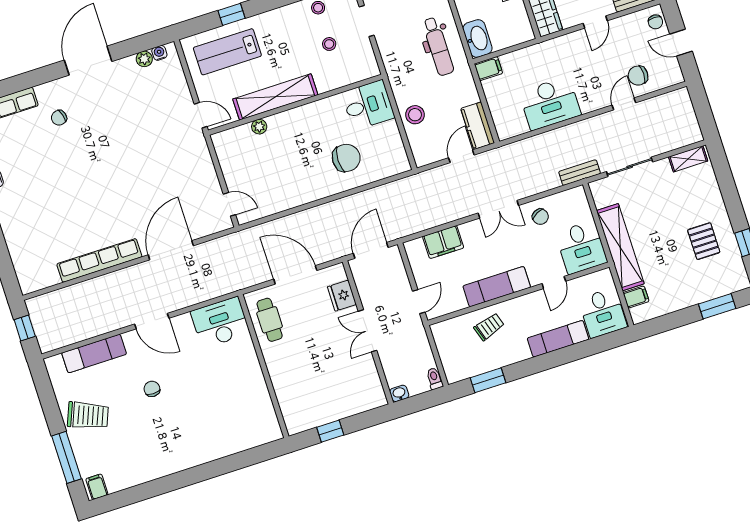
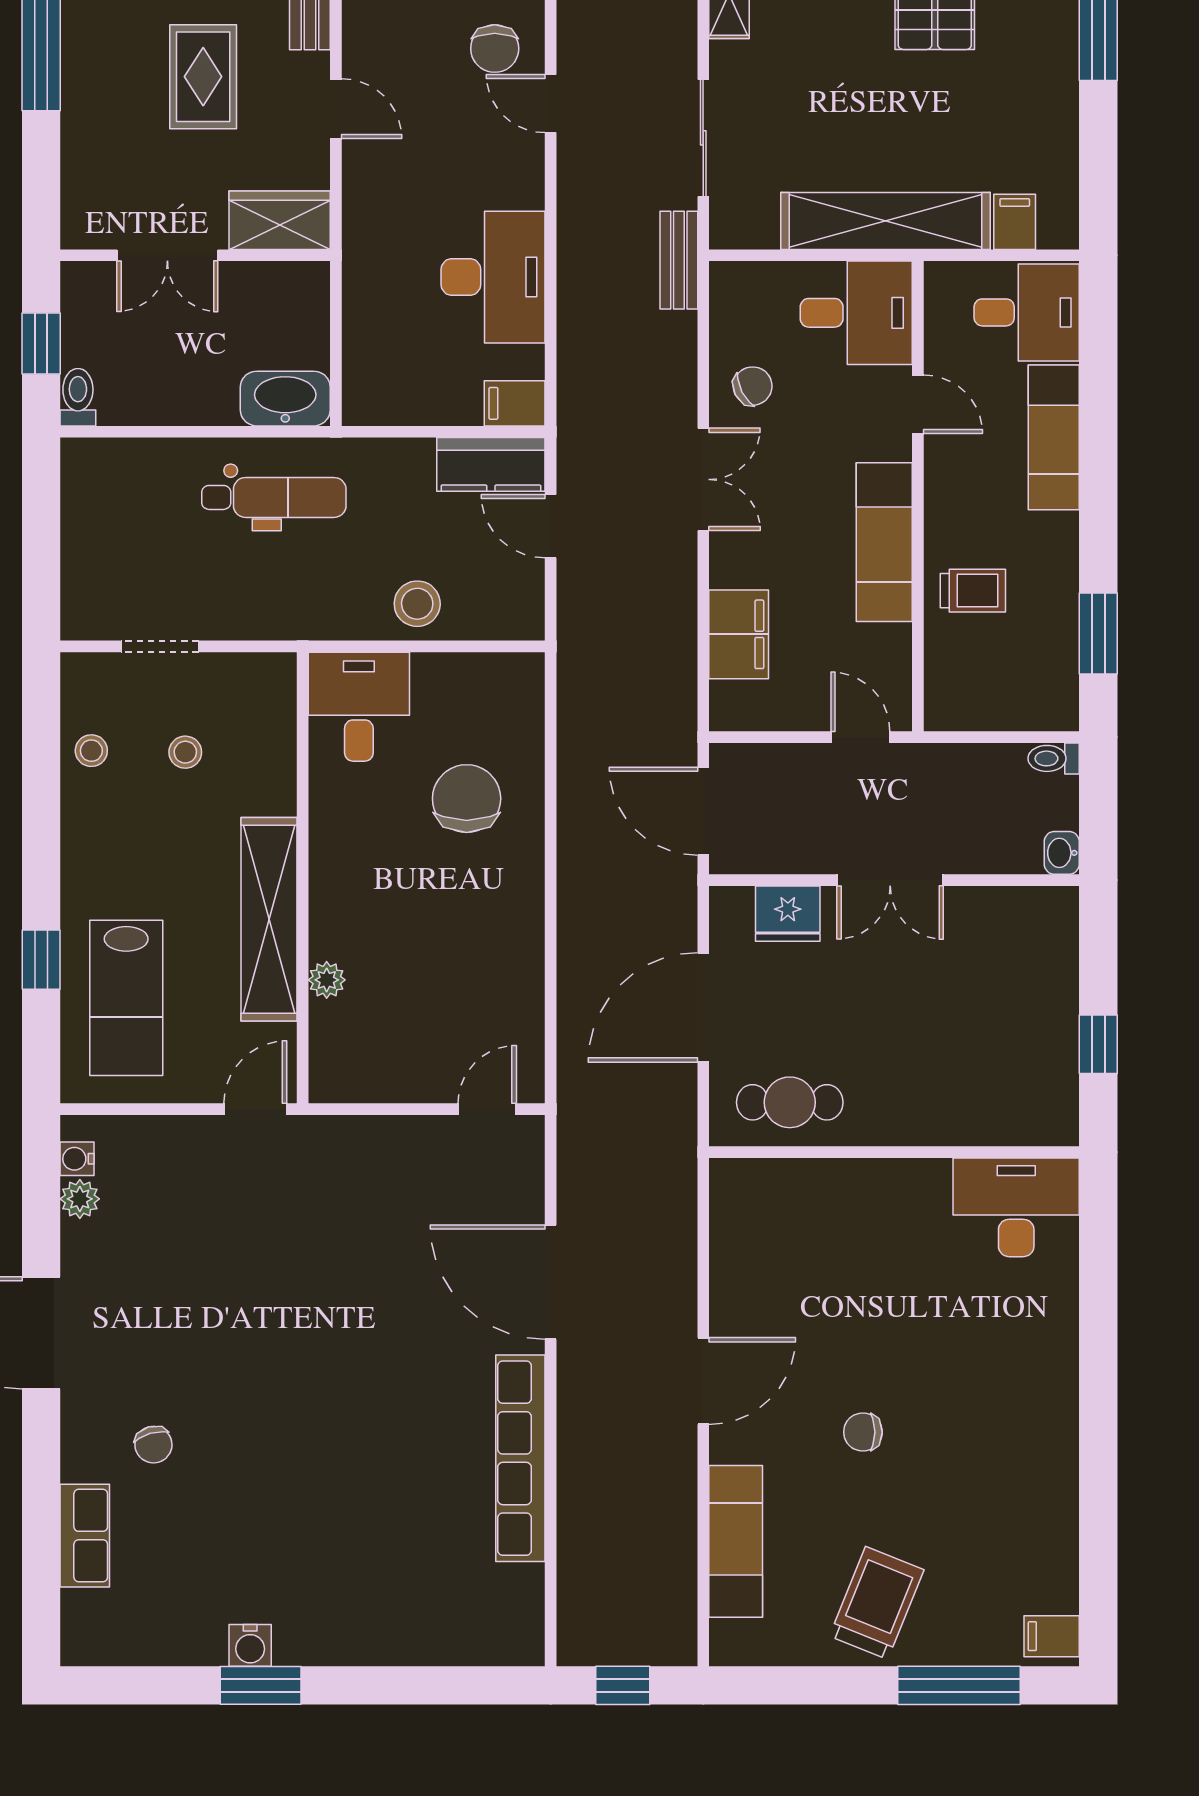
filing cabinet: (488, 69) -> (515, 403), moved, turned -90
desk: (220, 322) -> (1016, 1207), moved, turned 90
trolley: (489, 327) -> (973, 591), turned 108

